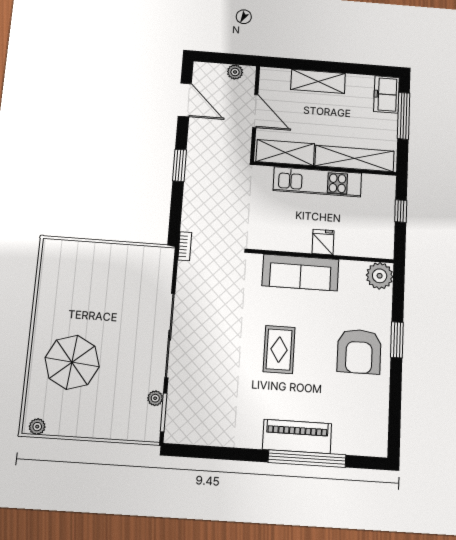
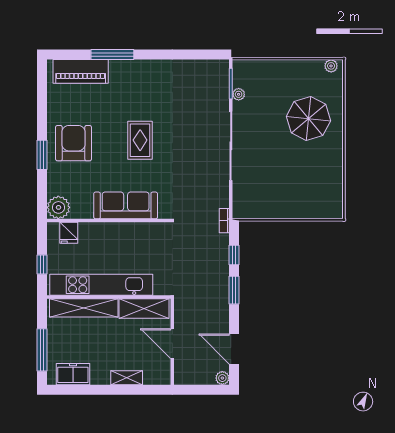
plant: (235, 72) -> (222, 378), moved
shelving: (318, 81) -> (127, 378), width x0.67, depth x0.75
freezer: (387, 94) -> (73, 374), moved, turned -90
kitchen unit: (317, 182) -> (101, 285), width x1.36
window: (176, 206) -> (234, 255), added
fridge: (323, 242) -> (69, 233), moved
piano: (297, 437) -> (81, 71), moved
window: (307, 459) -> (112, 55), width x0.68

